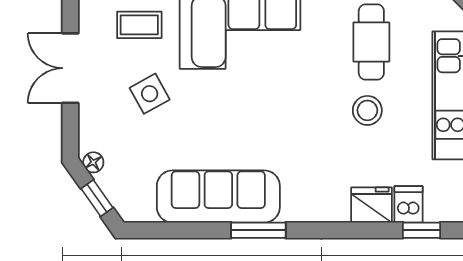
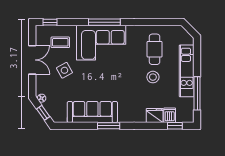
double door: (70, 68) -> (32, 60), swing flipped

